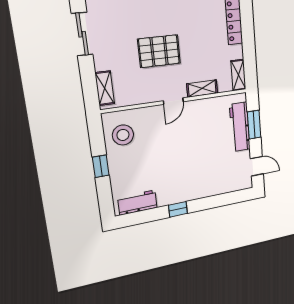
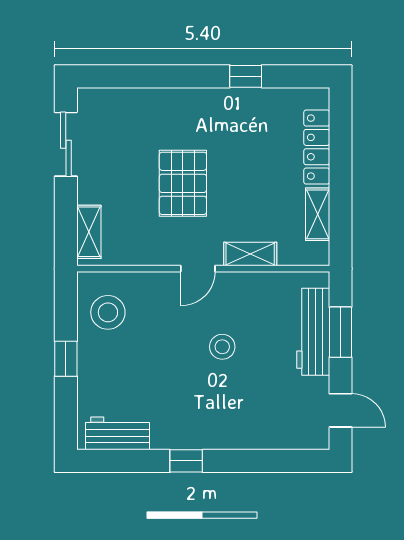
pallet: (159, 51) -> (183, 183), turned 90
shelving: (238, 75) -> (318, 214), moved
stool: (192, 143) -> (222, 347), added

